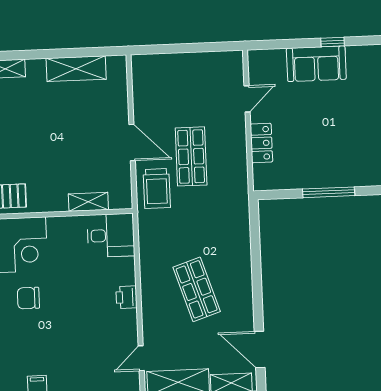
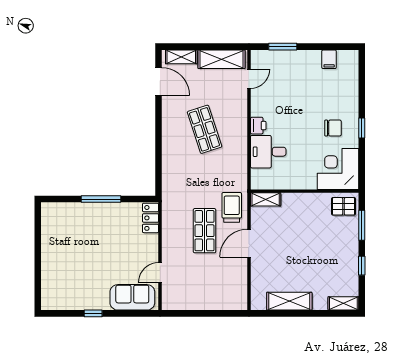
sofa: (316, 64) -> (132, 297), moved
door: (132, 142) -> (249, 243), hinge flipped
locker: (261, 143) -> (151, 218), moved
shelving: (88, 202) -> (266, 199), moved
desk: (111, 235) -> (268, 152), moved

